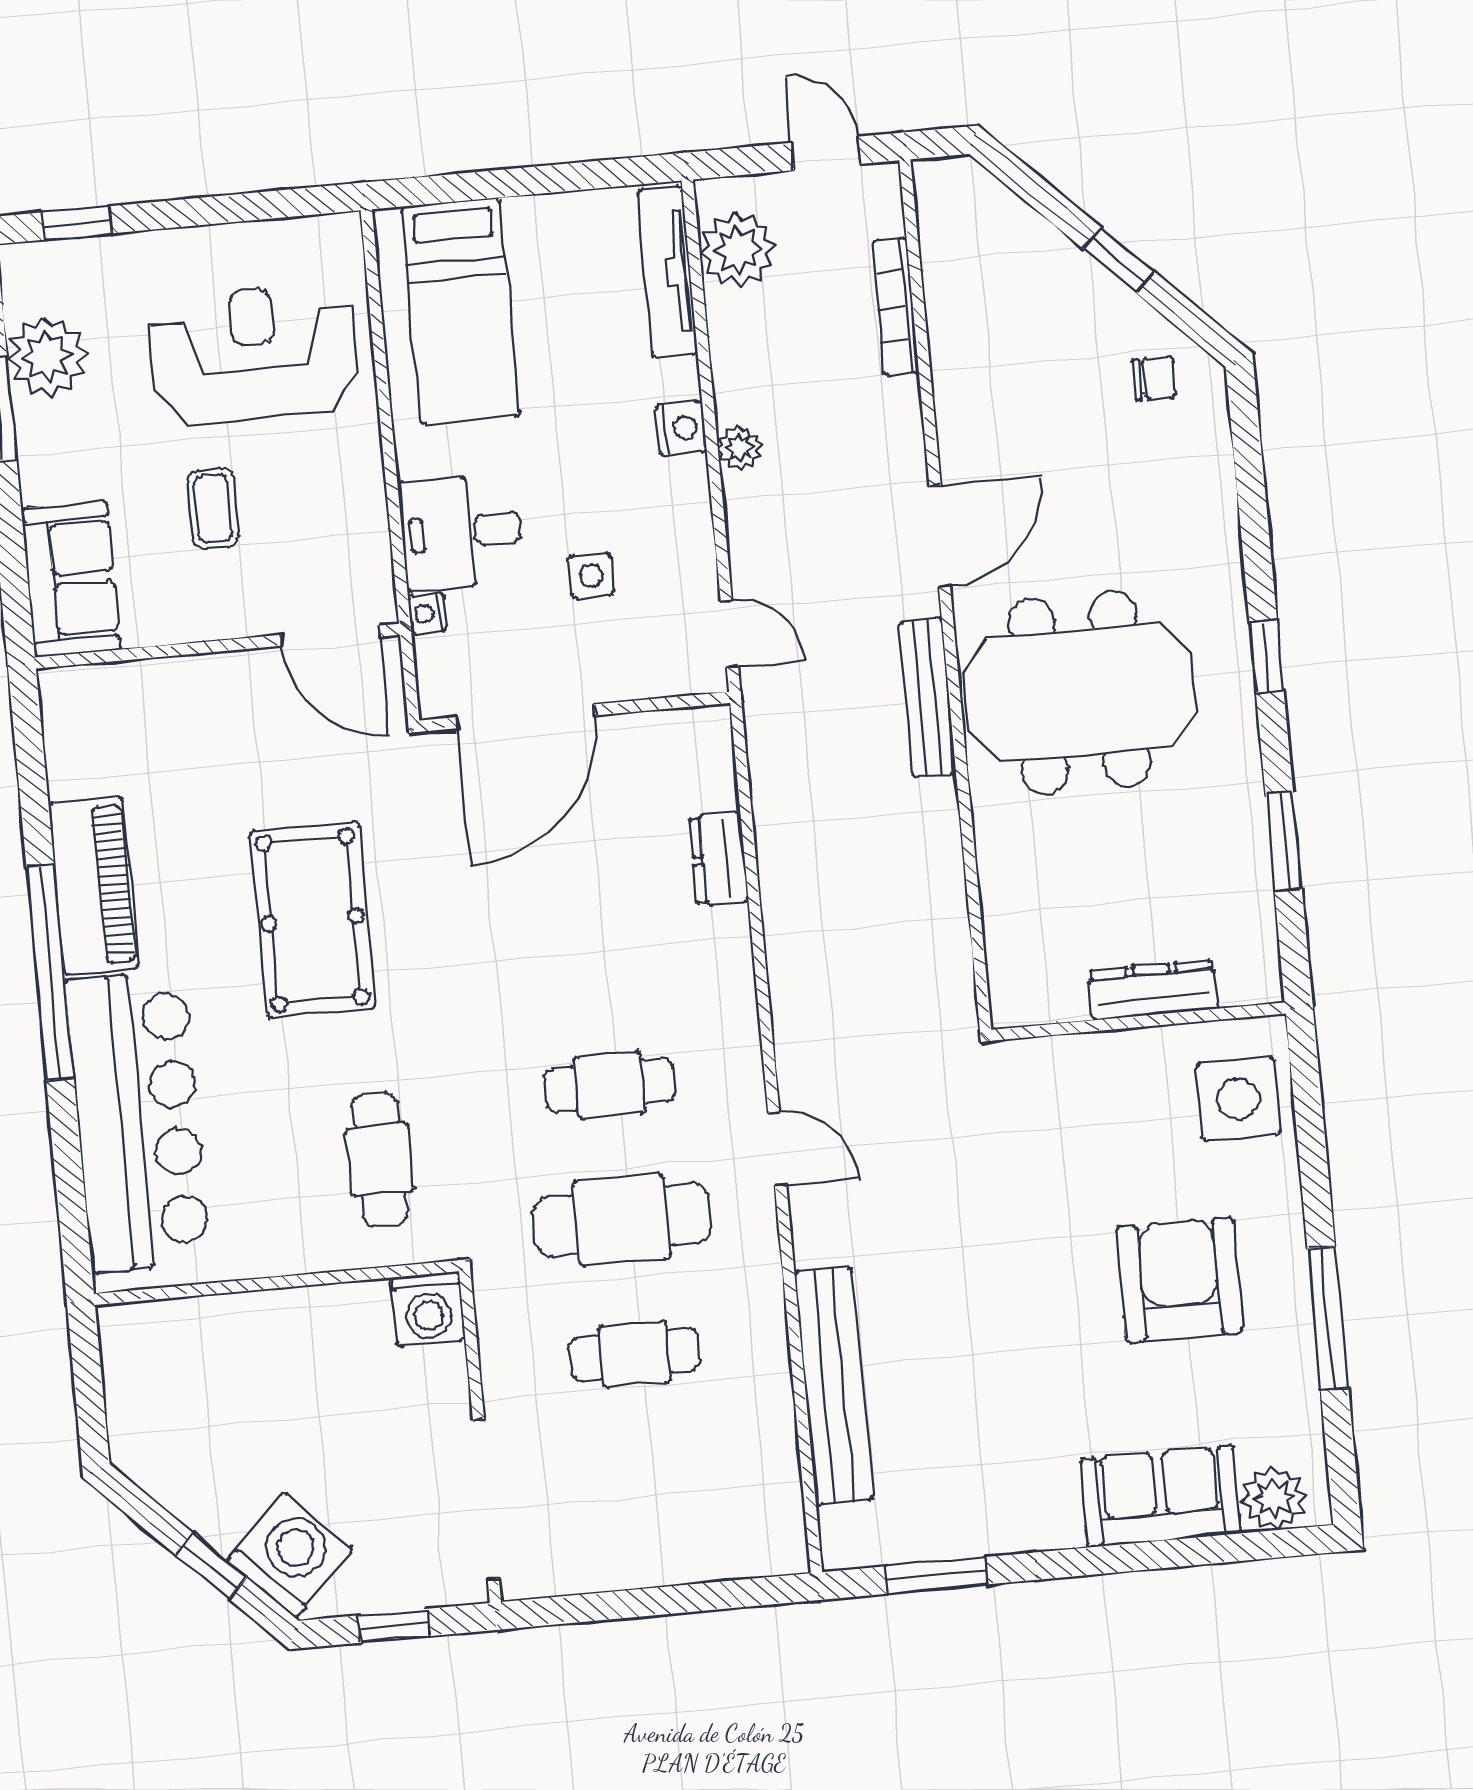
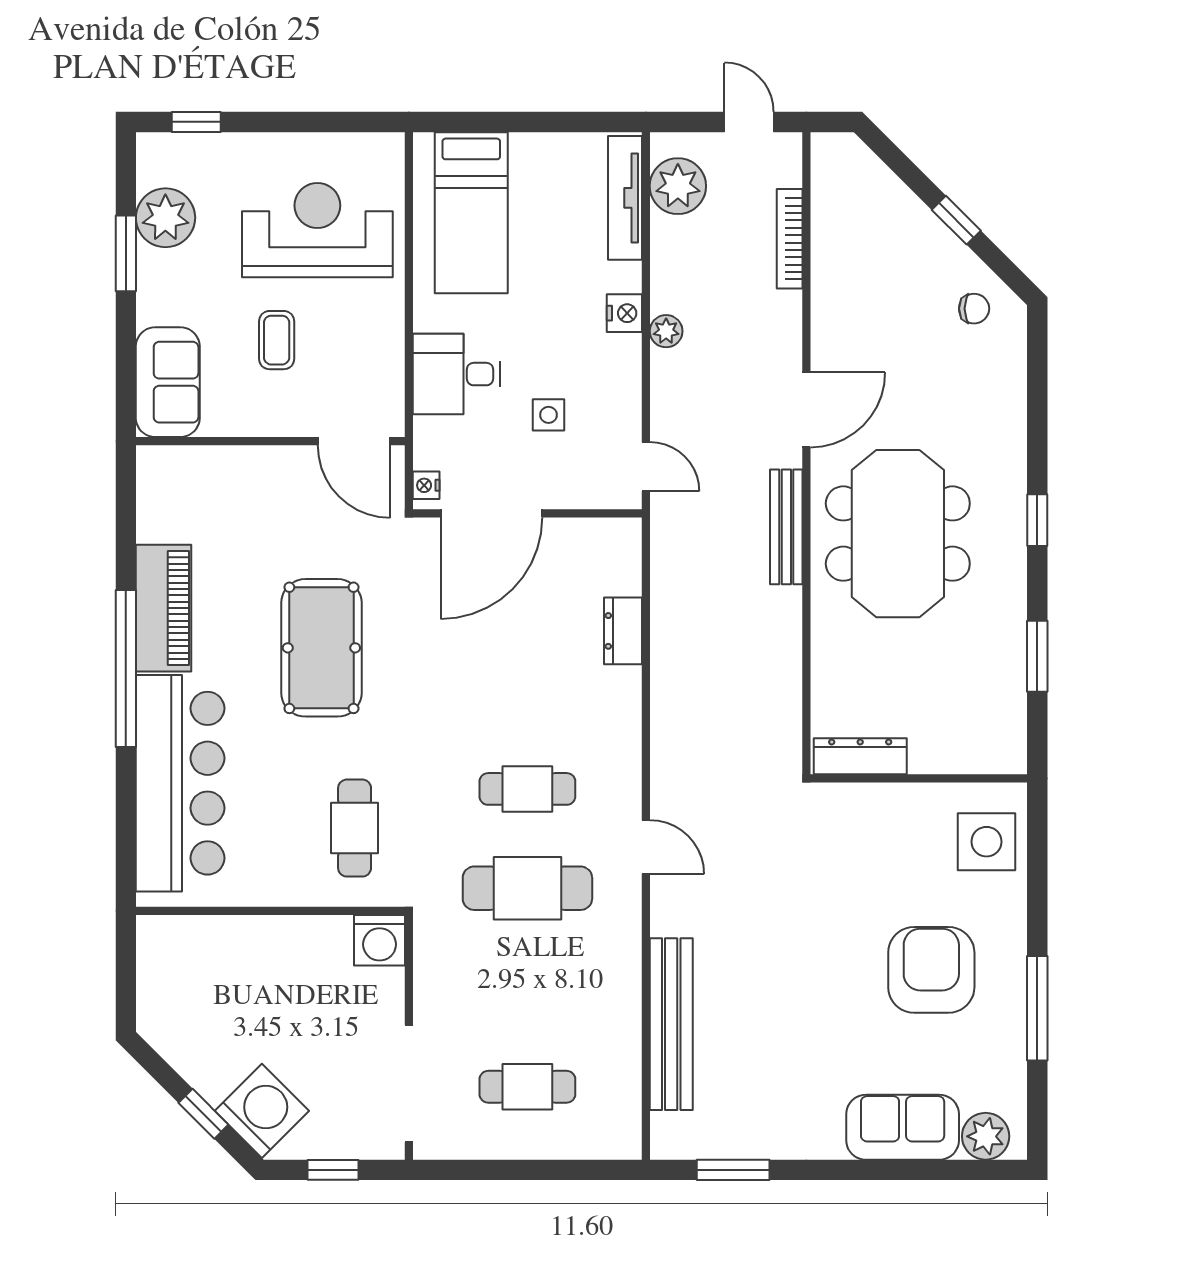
nightstand: (427, 614) -> (426, 485), moved
meeting table: (1079, 693) -> (898, 534), turned 90
dresser: (1153, 990) -> (860, 756), moved
cafe table: (634, 1354) -> (527, 1087), moved

